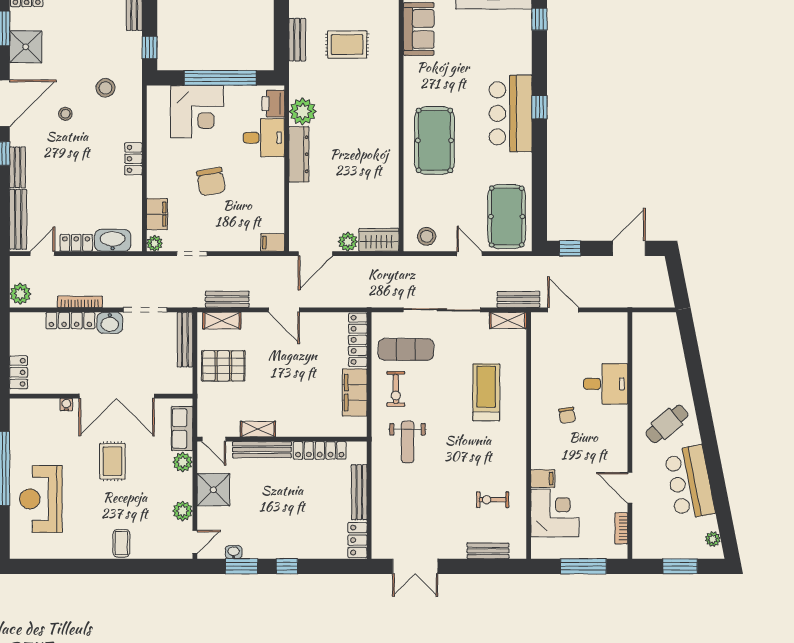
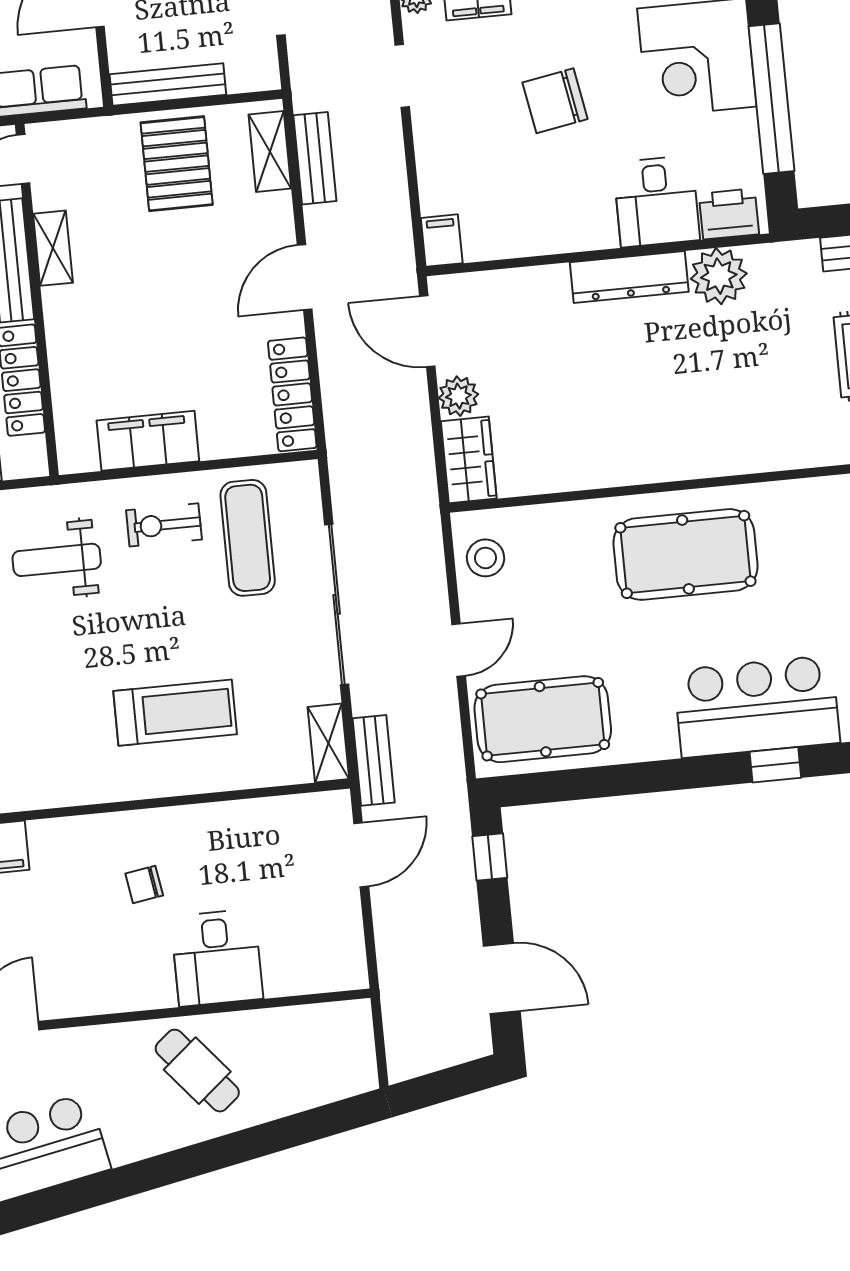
bench: (185, 340) -> (168, 84), moved
locker: (358, 340) -> (292, 394), moved, turned -90
cafe table: (667, 424) -> (197, 1071), moved

